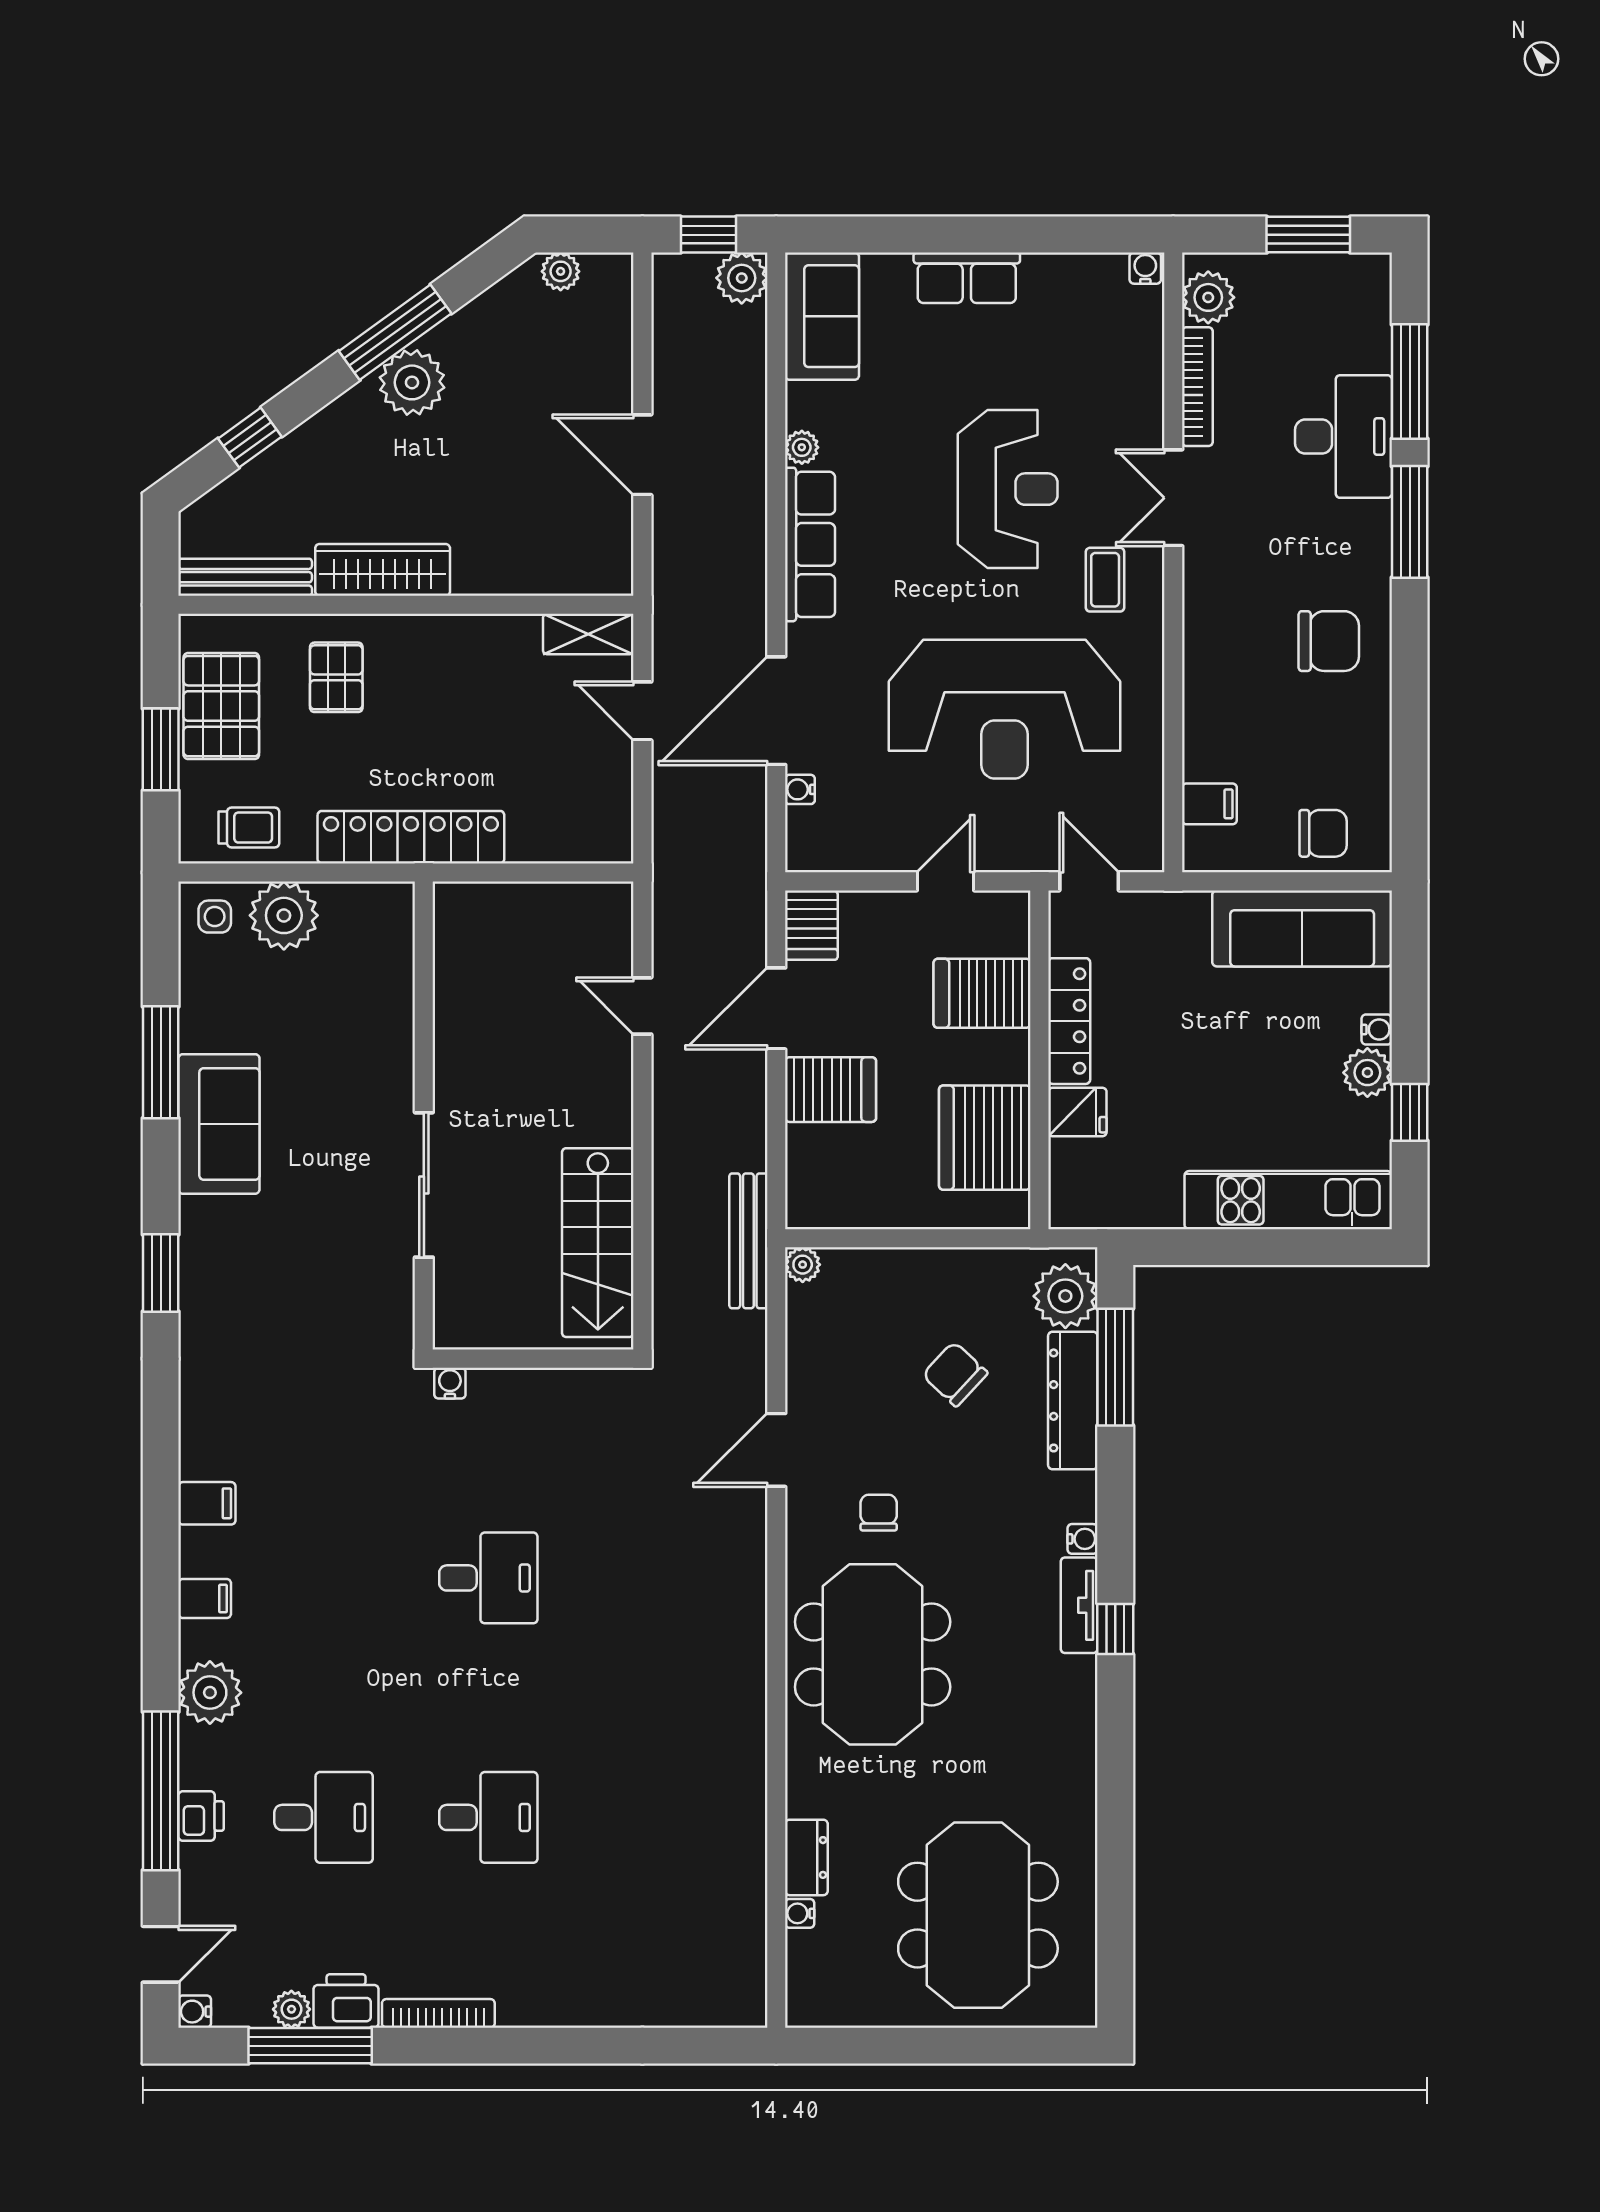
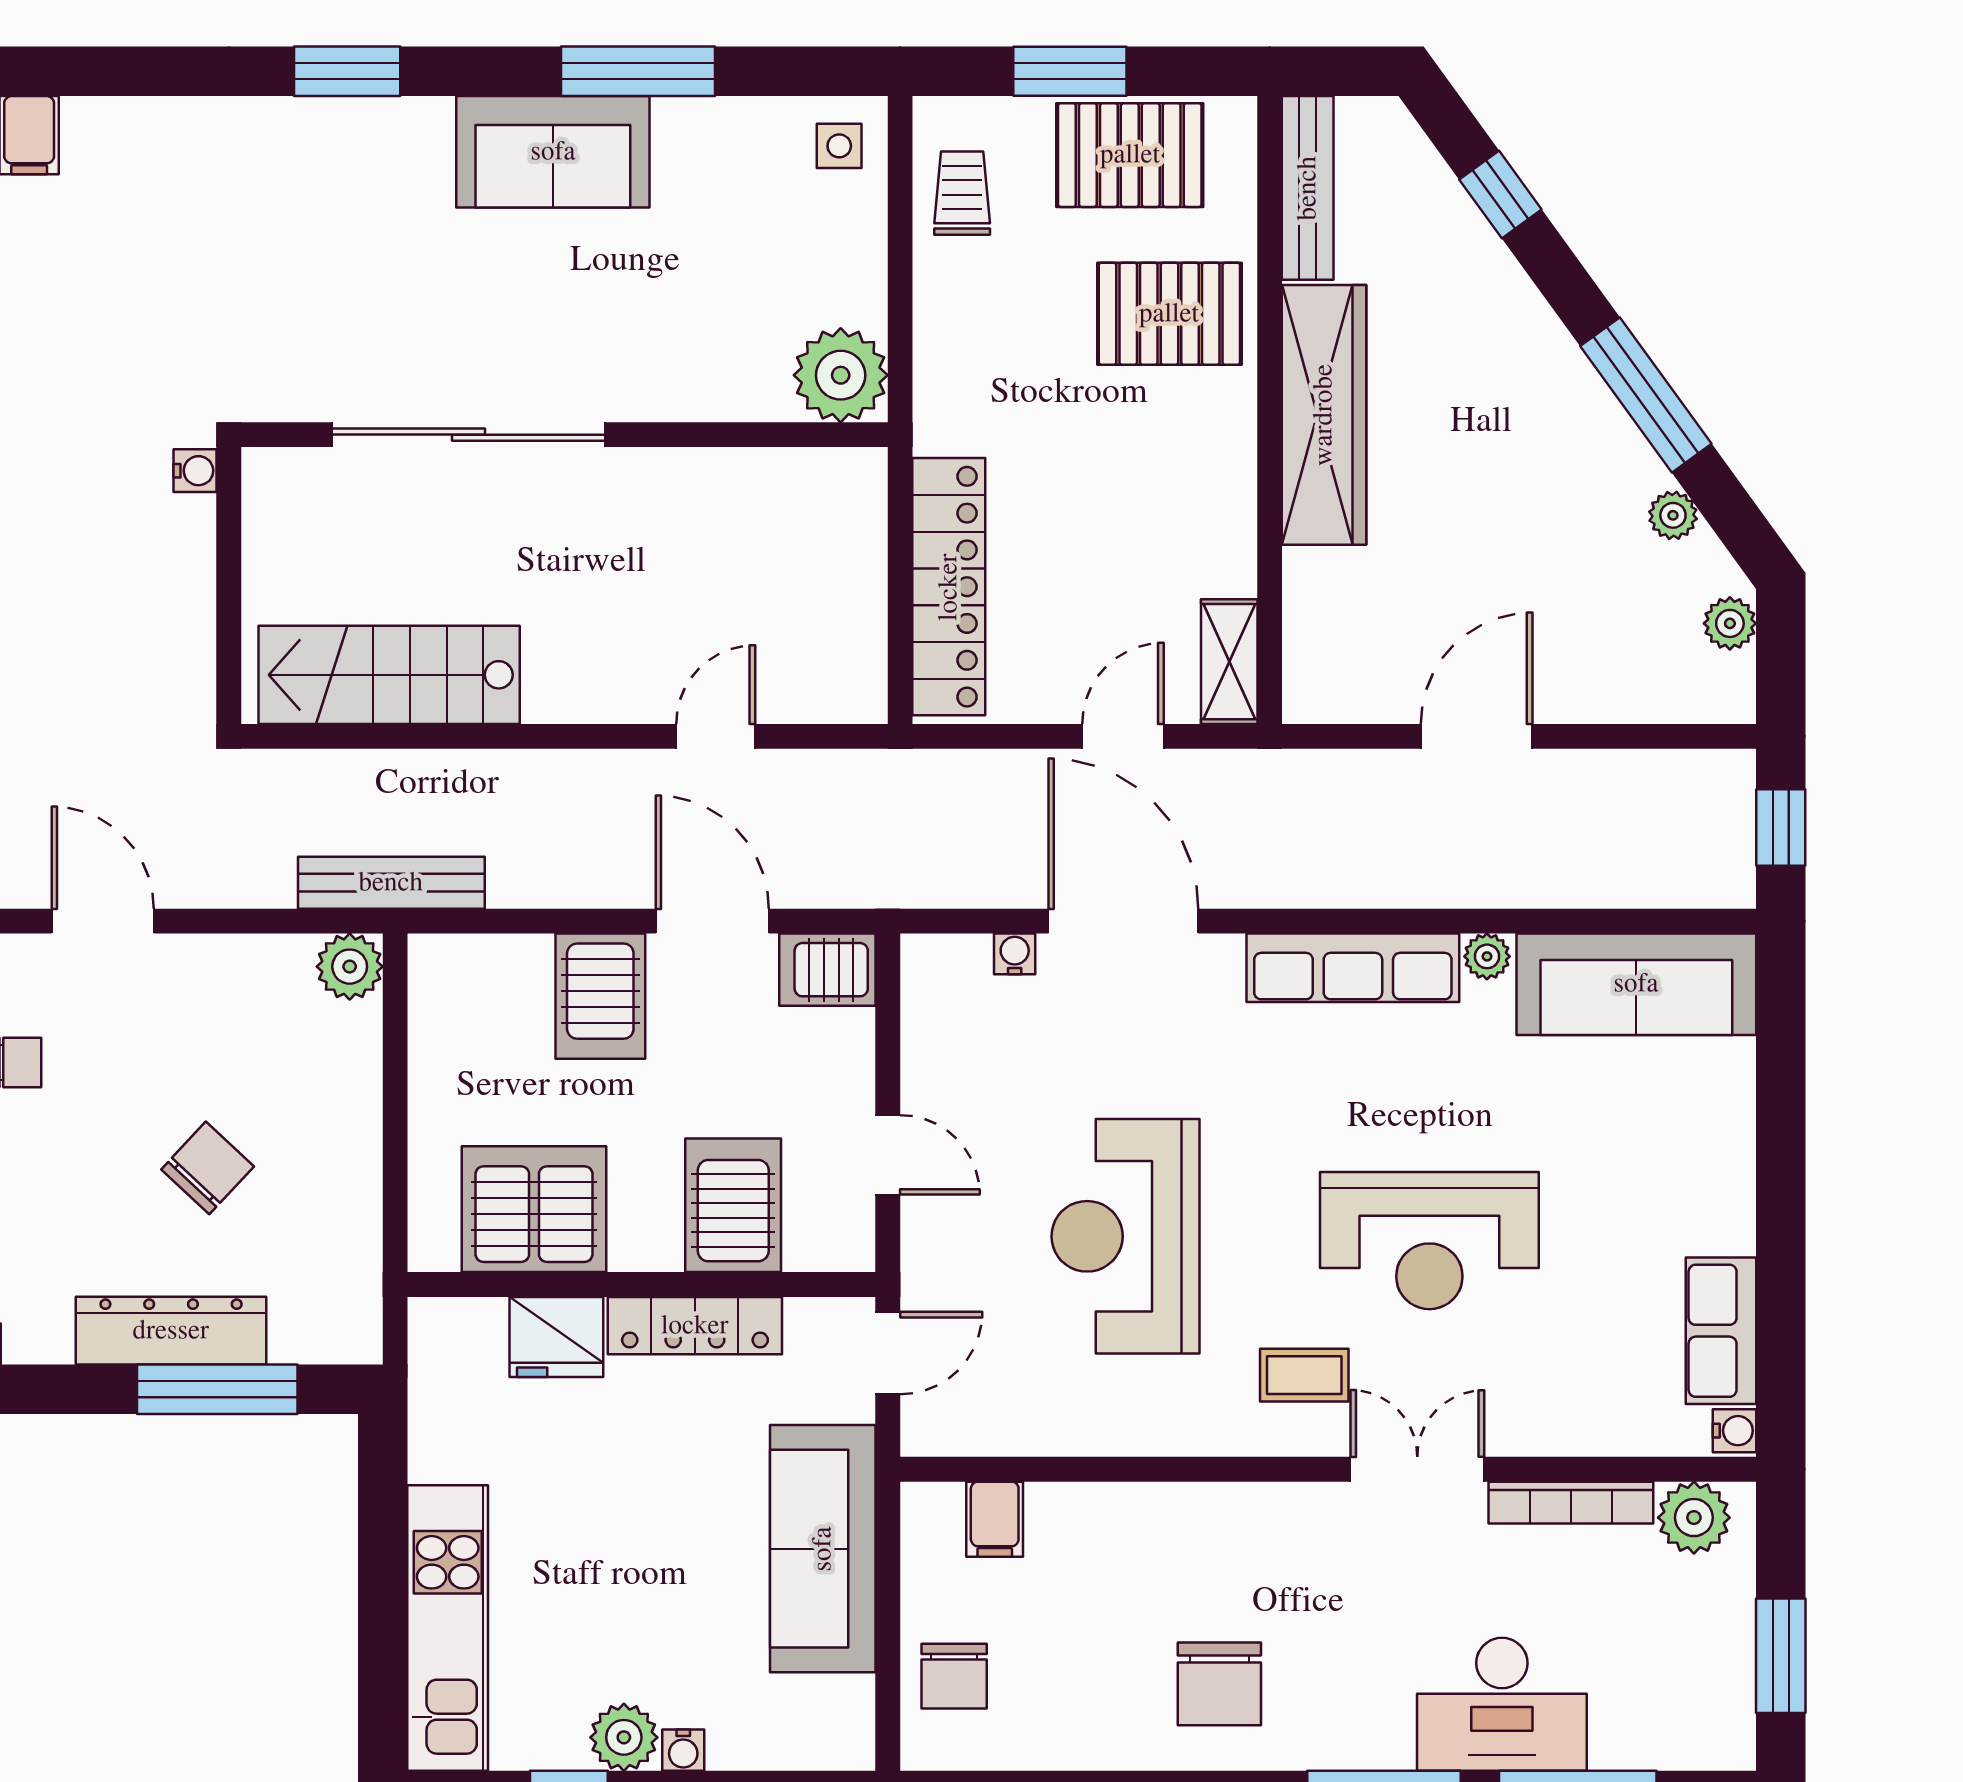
plant: (742, 278) -> (1721, 874), removed
row of seats: (967, 278) -> (1721, 1331), moved
sofa: (822, 316) -> (1636, 984), width x1.36
plant: (412, 382) -> (1673, 515), moved, width x0.53, depth x0.53
wardrobe: (383, 570) -> (1324, 415), width x1.40, depth x1.17
pallet: (336, 677) -> (1169, 314), width x1.50, depth x1.42
reception desk: (1004, 709) -> (1125, 1236), width x0.74, depth x0.77
trolley: (249, 828) -> (962, 193), turned 180
locker: (411, 837) -> (949, 587), moved
plant: (284, 915) -> (841, 375), moved
sofa: (1302, 928) -> (823, 1549), moved
fridge: (1077, 1112) -> (556, 1337), width x1.38
sliding door: (424, 1185) -> (469, 435), width x1.36
plant: (803, 1265) -> (350, 967), width x1.38, depth x1.38
plant: (1065, 1296) -> (315, 1320), removed

